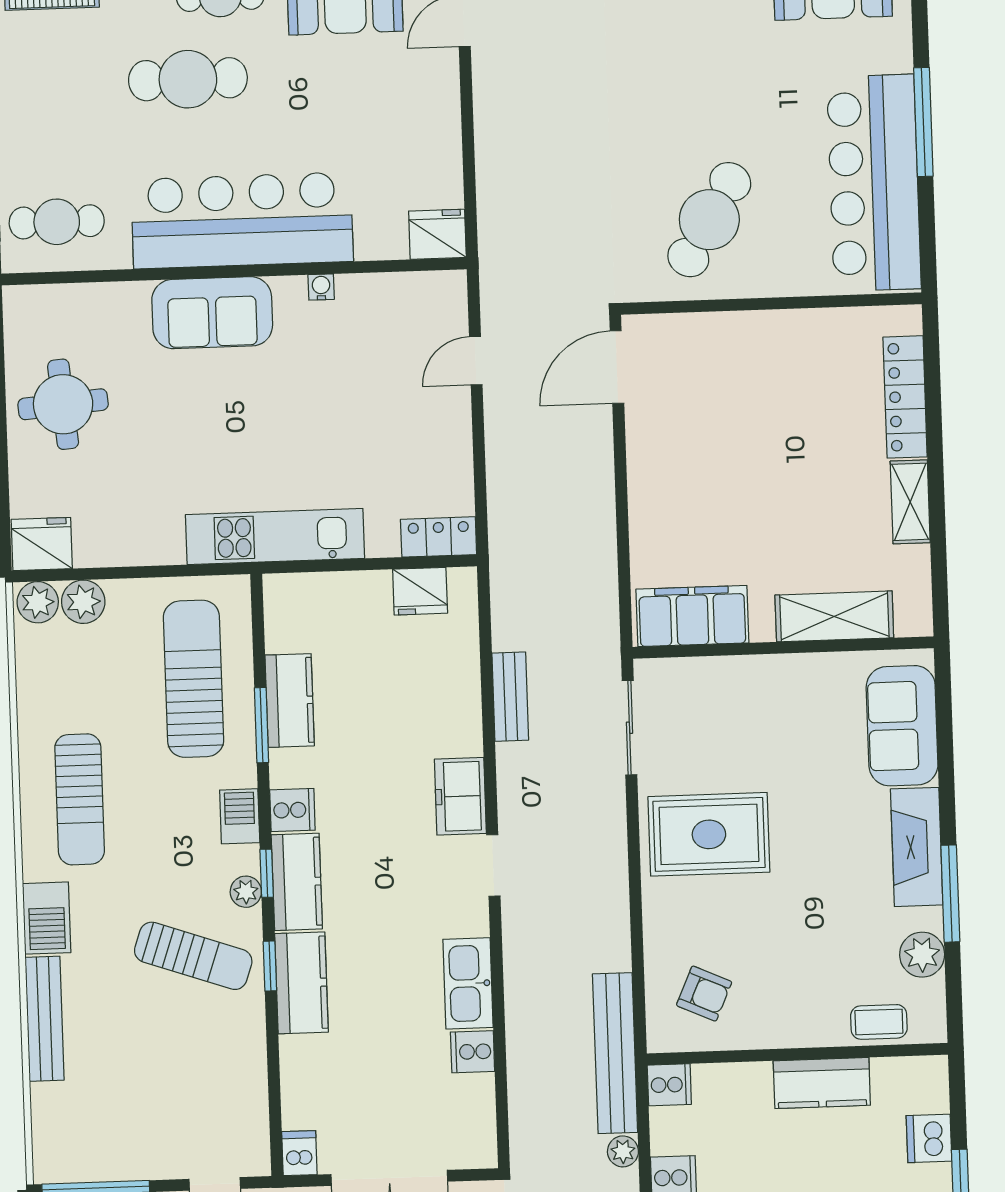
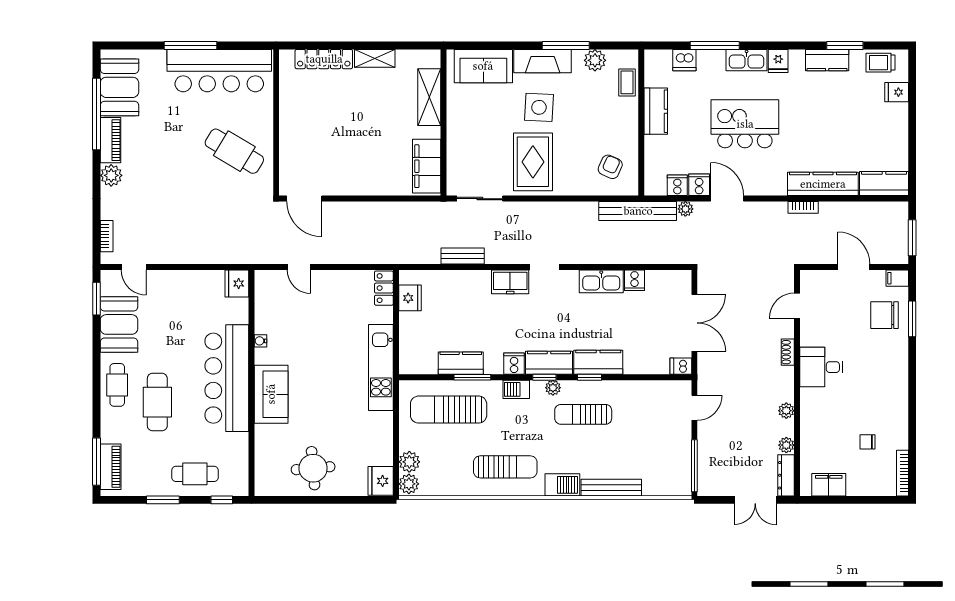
cafe table: (57, 222) -> (195, 474), moved, turned 90
side table: (821, 843) -> (539, 107), added
sun lounger: (193, 956) -> (583, 414), turned -109
cooker: (669, 1085) -> (677, 185), moved

